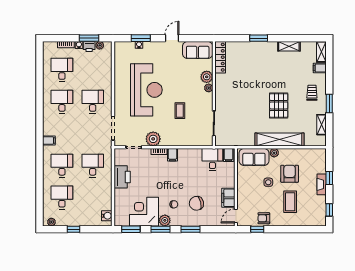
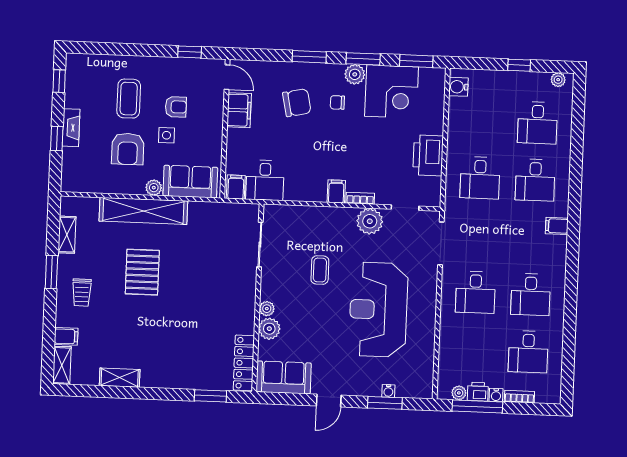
window: (89, 38) -> (477, 407), width x1.44
window: (259, 38) -> (210, 396), moved
door: (236, 216) -> (227, 77), hinge flipped
armchair: (264, 218) -> (176, 107), moved

